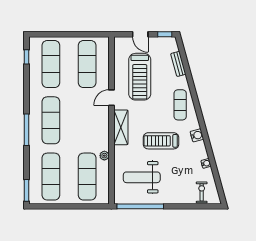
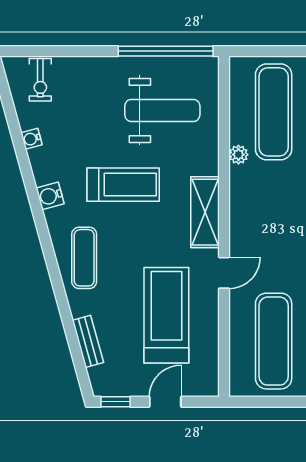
door: (140, 34) -> (165, 402), hinge flipped

